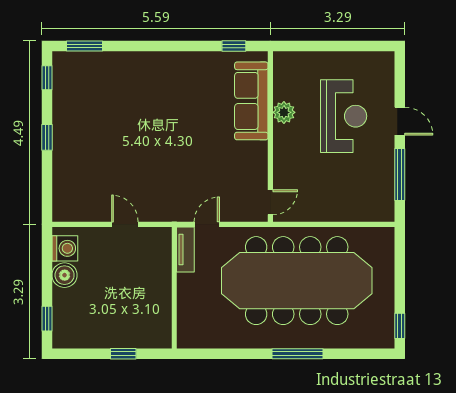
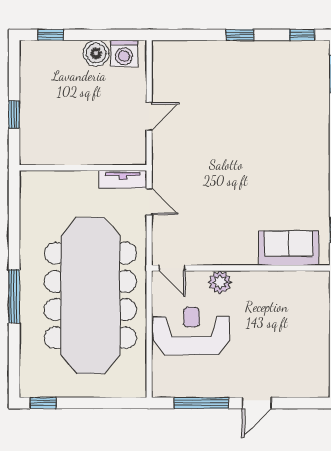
sofa: (251, 101) -> (289, 248), width x0.73
plant: (284, 112) -> (220, 282), moved
reception desk: (344, 116) -> (191, 331), moved, turned 180

